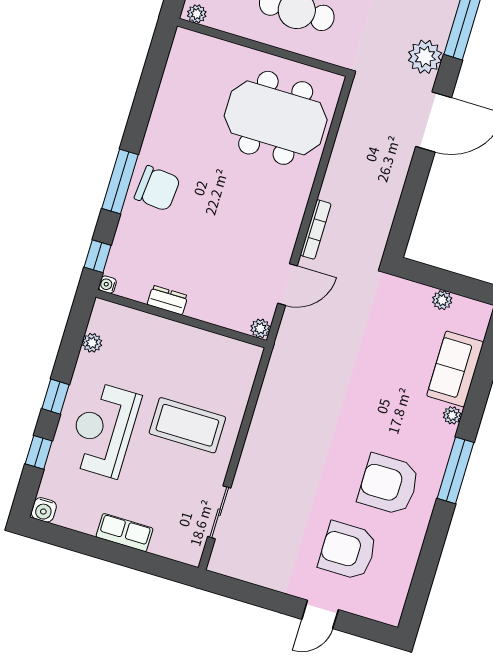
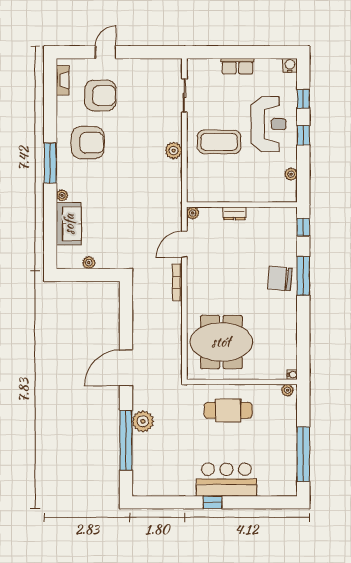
plant: (425, 57) -> (143, 421), moved
water cooler: (107, 285) -> (292, 375), moved
dresser: (167, 300) -> (234, 213), moved
plant: (261, 433) -> (174, 151), added
fireplace: (399, 591) -> (63, 80), added

